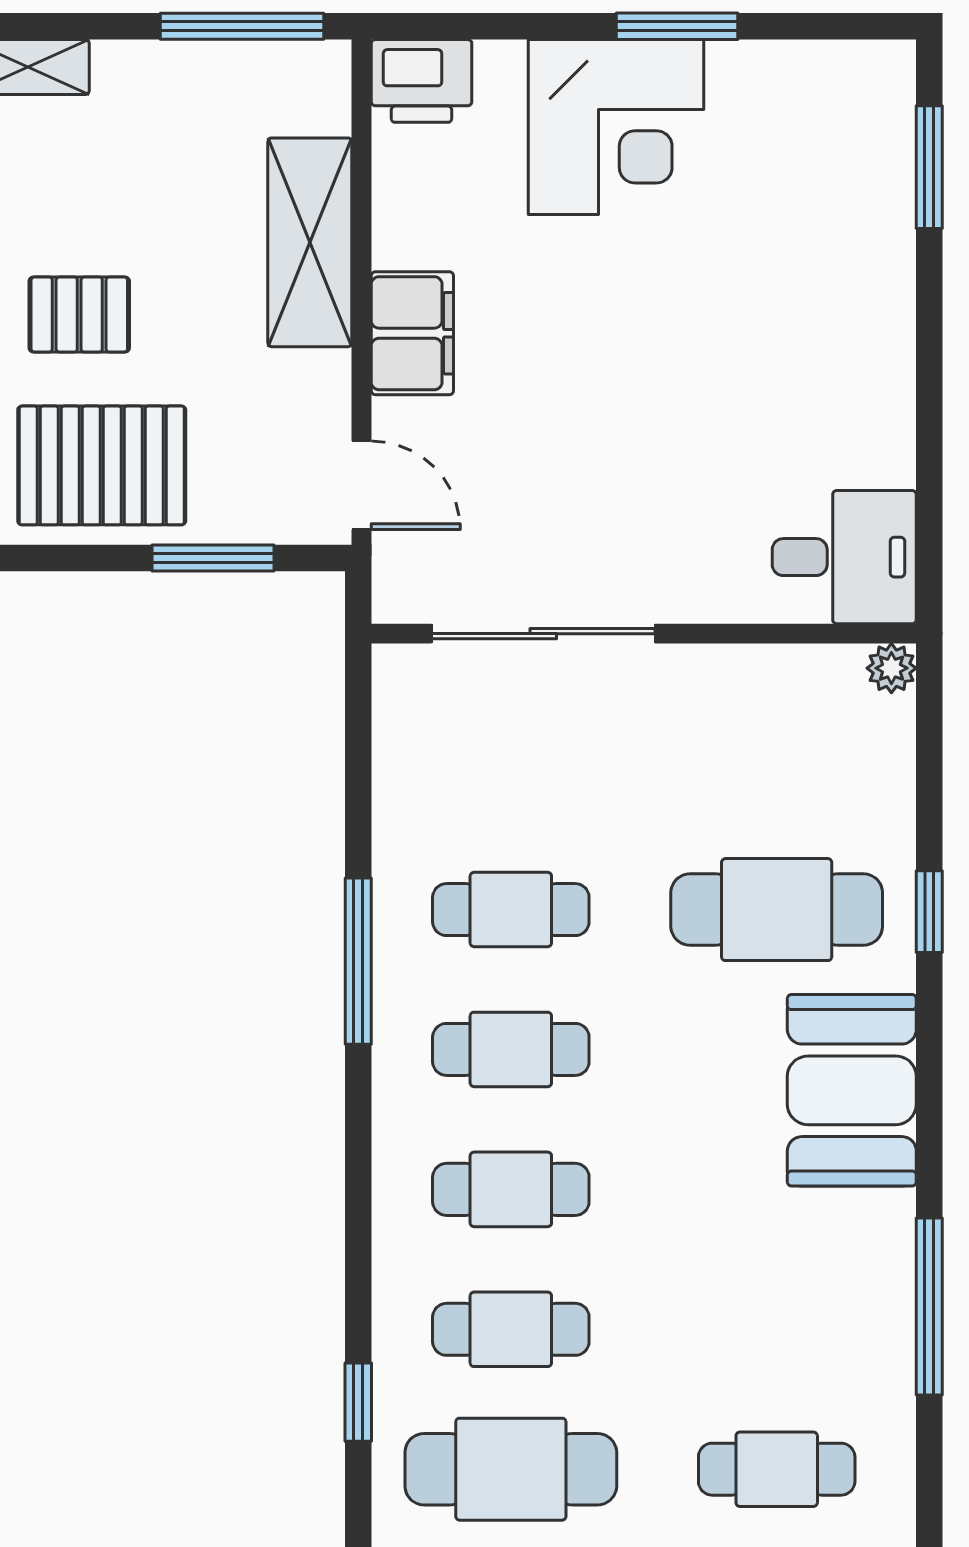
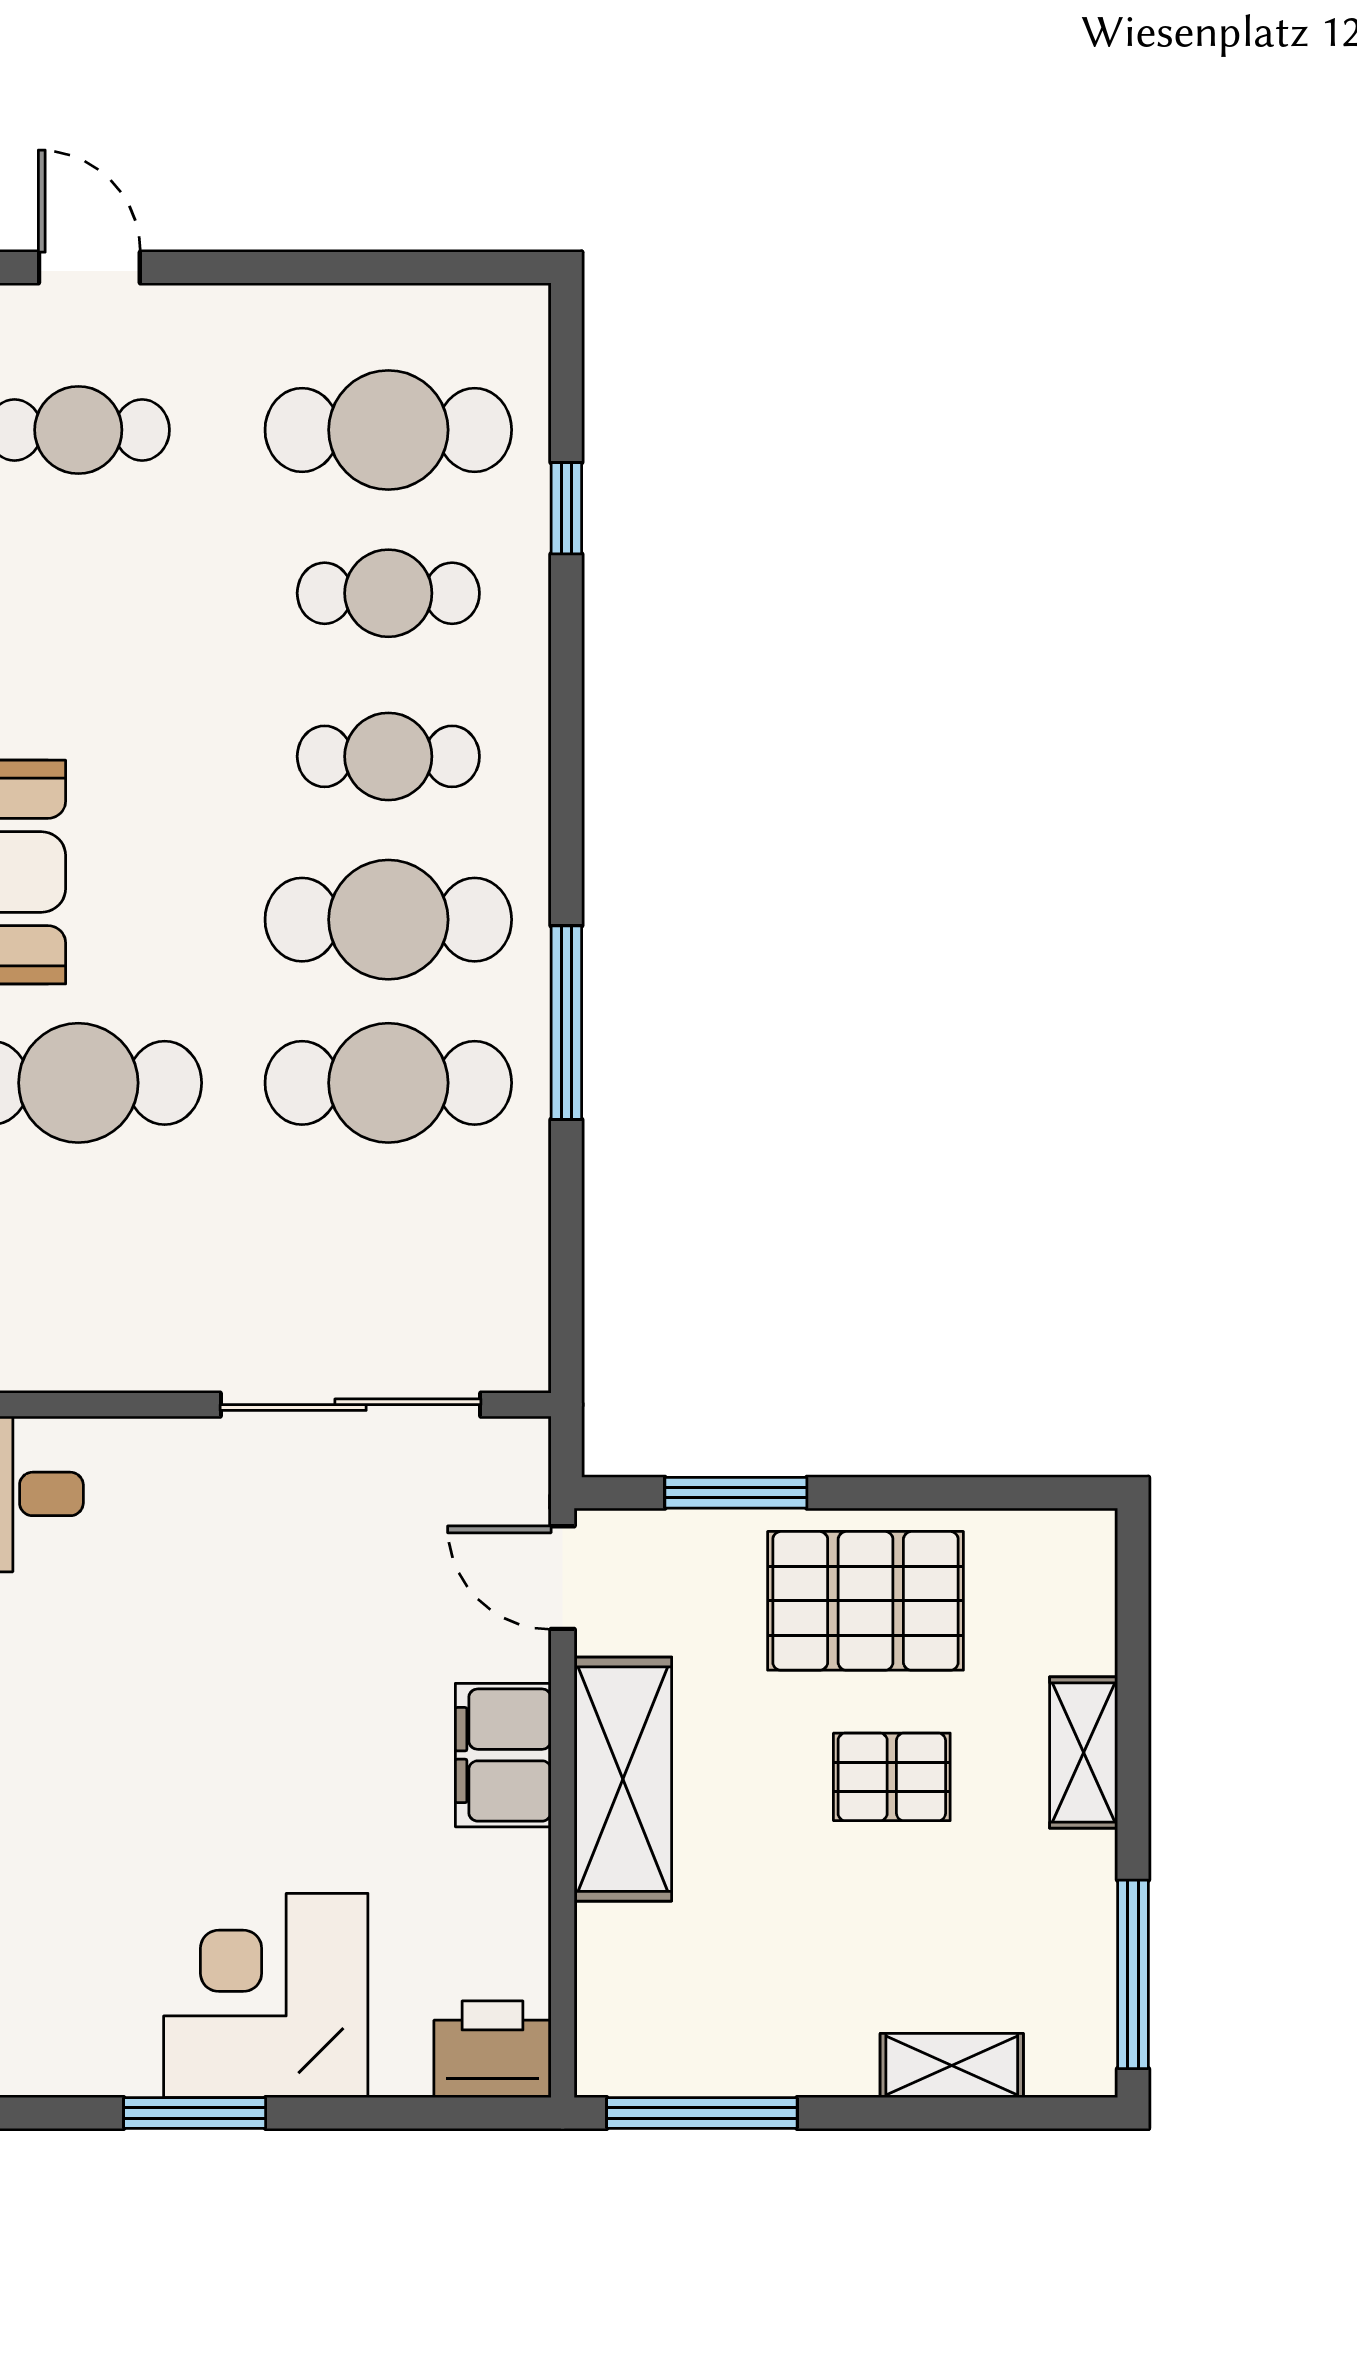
shelving: (310, 242) -> (623, 1779), moved
cafe table: (511, 910) -> (388, 1083), width x1.37, depth x1.35
cafe table: (511, 1049) -> (388, 920), width x1.37, depth x1.35

